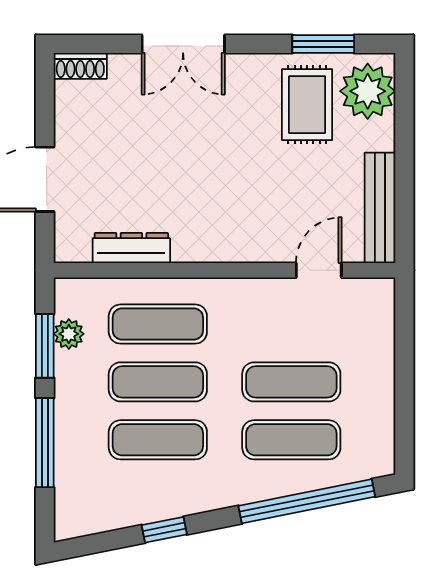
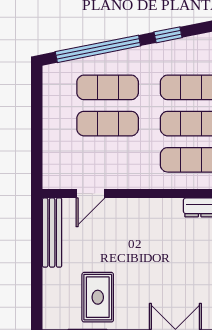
plant: (368, 91) -> (60, 306), removed
window: (164, 530) -> (168, 35), moved

